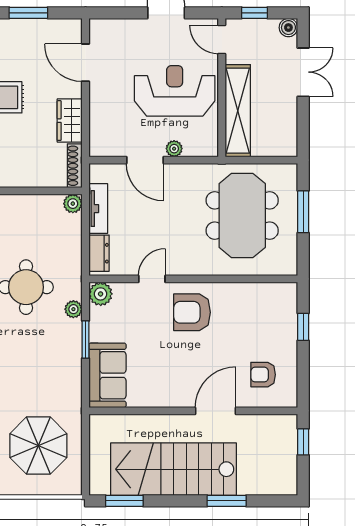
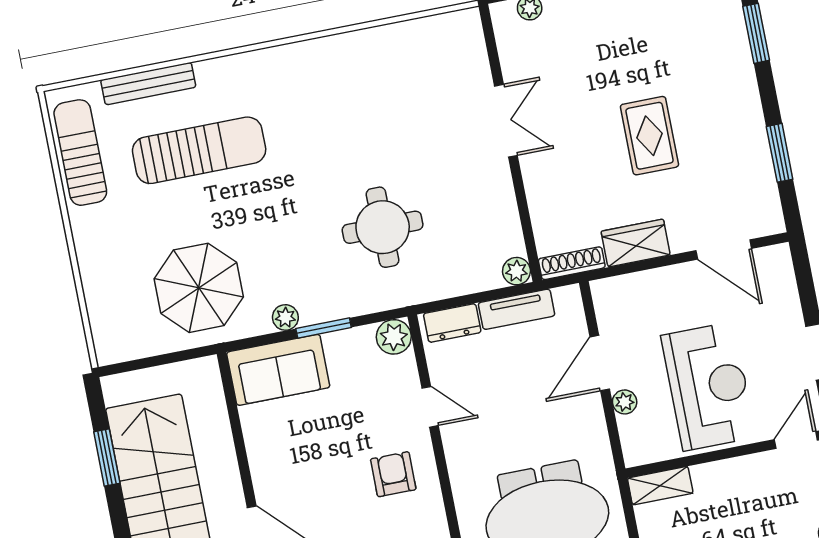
door: (85, 63) -> (724, 250), swing flipped
shelving: (238, 111) -> (660, 486), width x0.45, depth x0.75
plant: (73, 309) -> (285, 317), moved
armchair: (192, 312) -> (393, 474), width x0.72, depth x0.72
parasol: (38, 446) -> (199, 288), moved
window: (124, 501) -> (107, 458), moved

